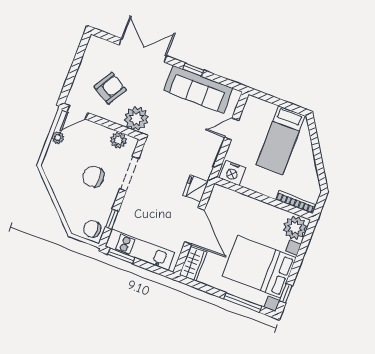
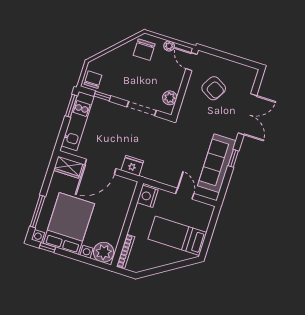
plant: (136, 118) -> (189, 112), removed
chair: (93, 177) -> (144, 50), moved, turned 180

